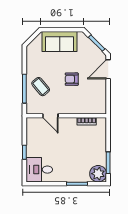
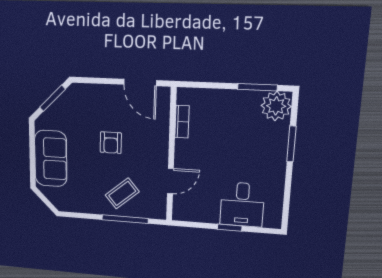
door: (108, 69) -> (140, 82), moved
desk: (39, 170) -> (242, 205), moved

